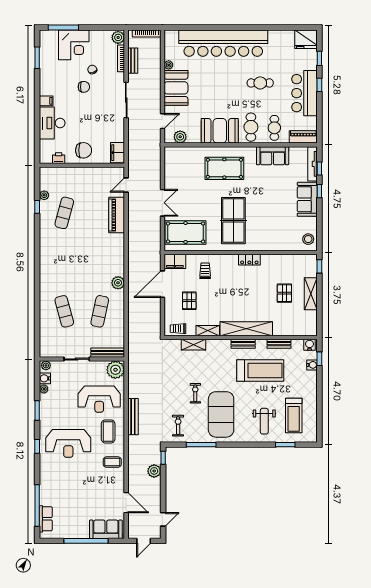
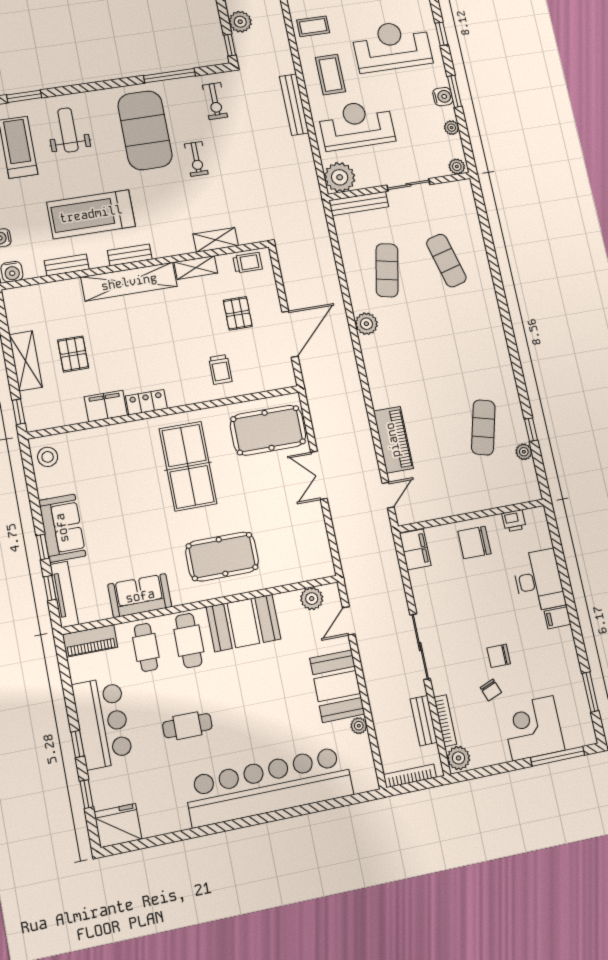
filing cabinet: (175, 261) -> (106, 406), moved
water cooler: (45, 378) -> (443, 97), moved

